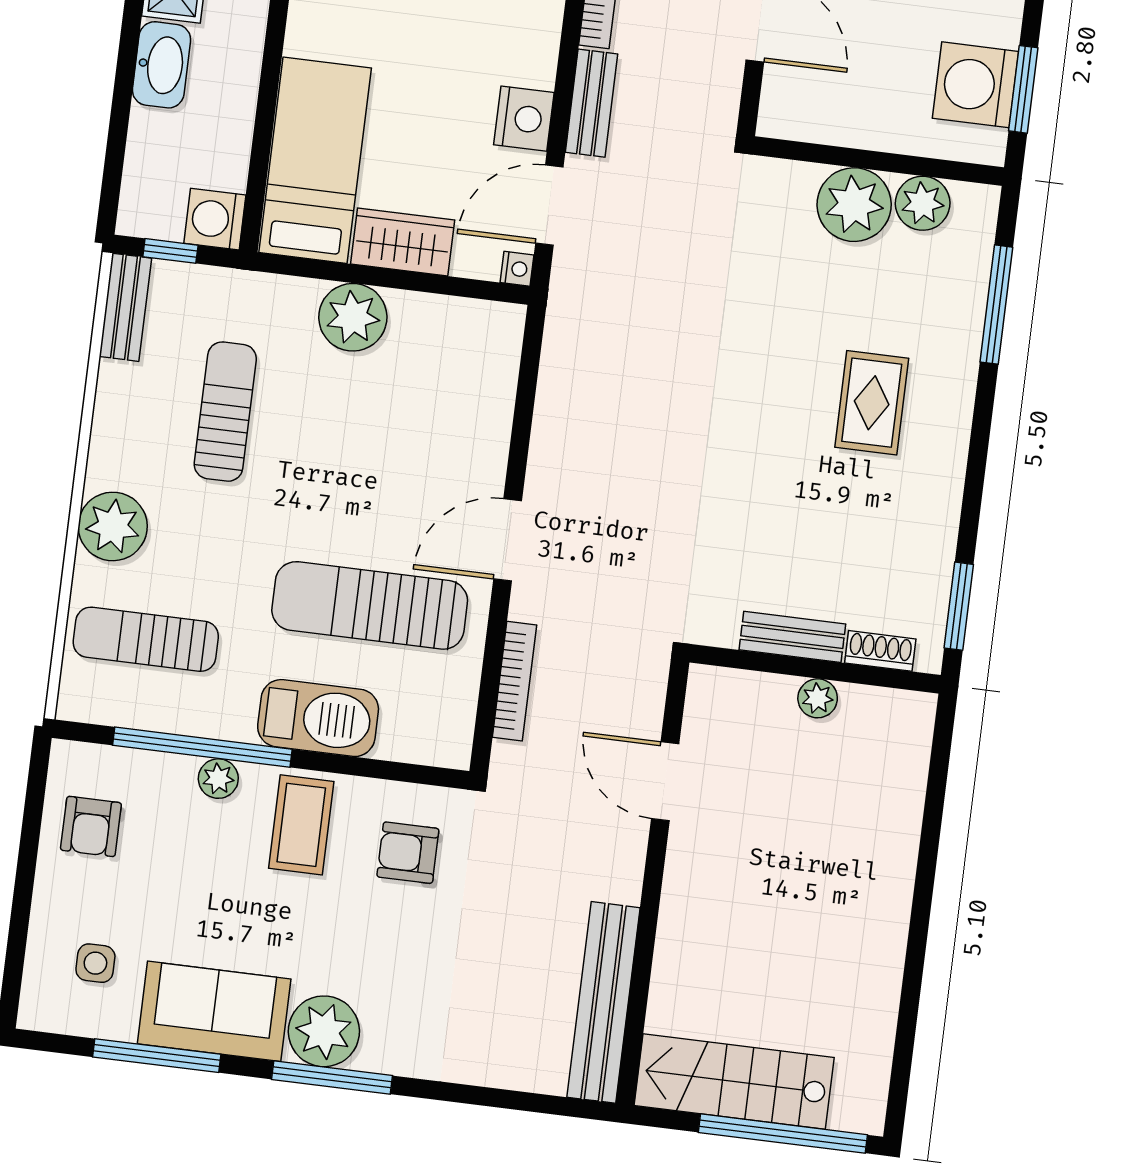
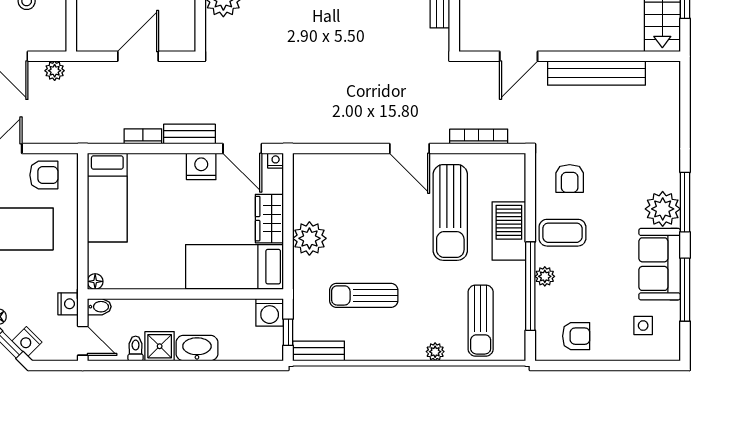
plant: (113, 526) -> (435, 352), width x0.53, depth x0.53
bench: (603, 1002) -> (597, 73), moved

